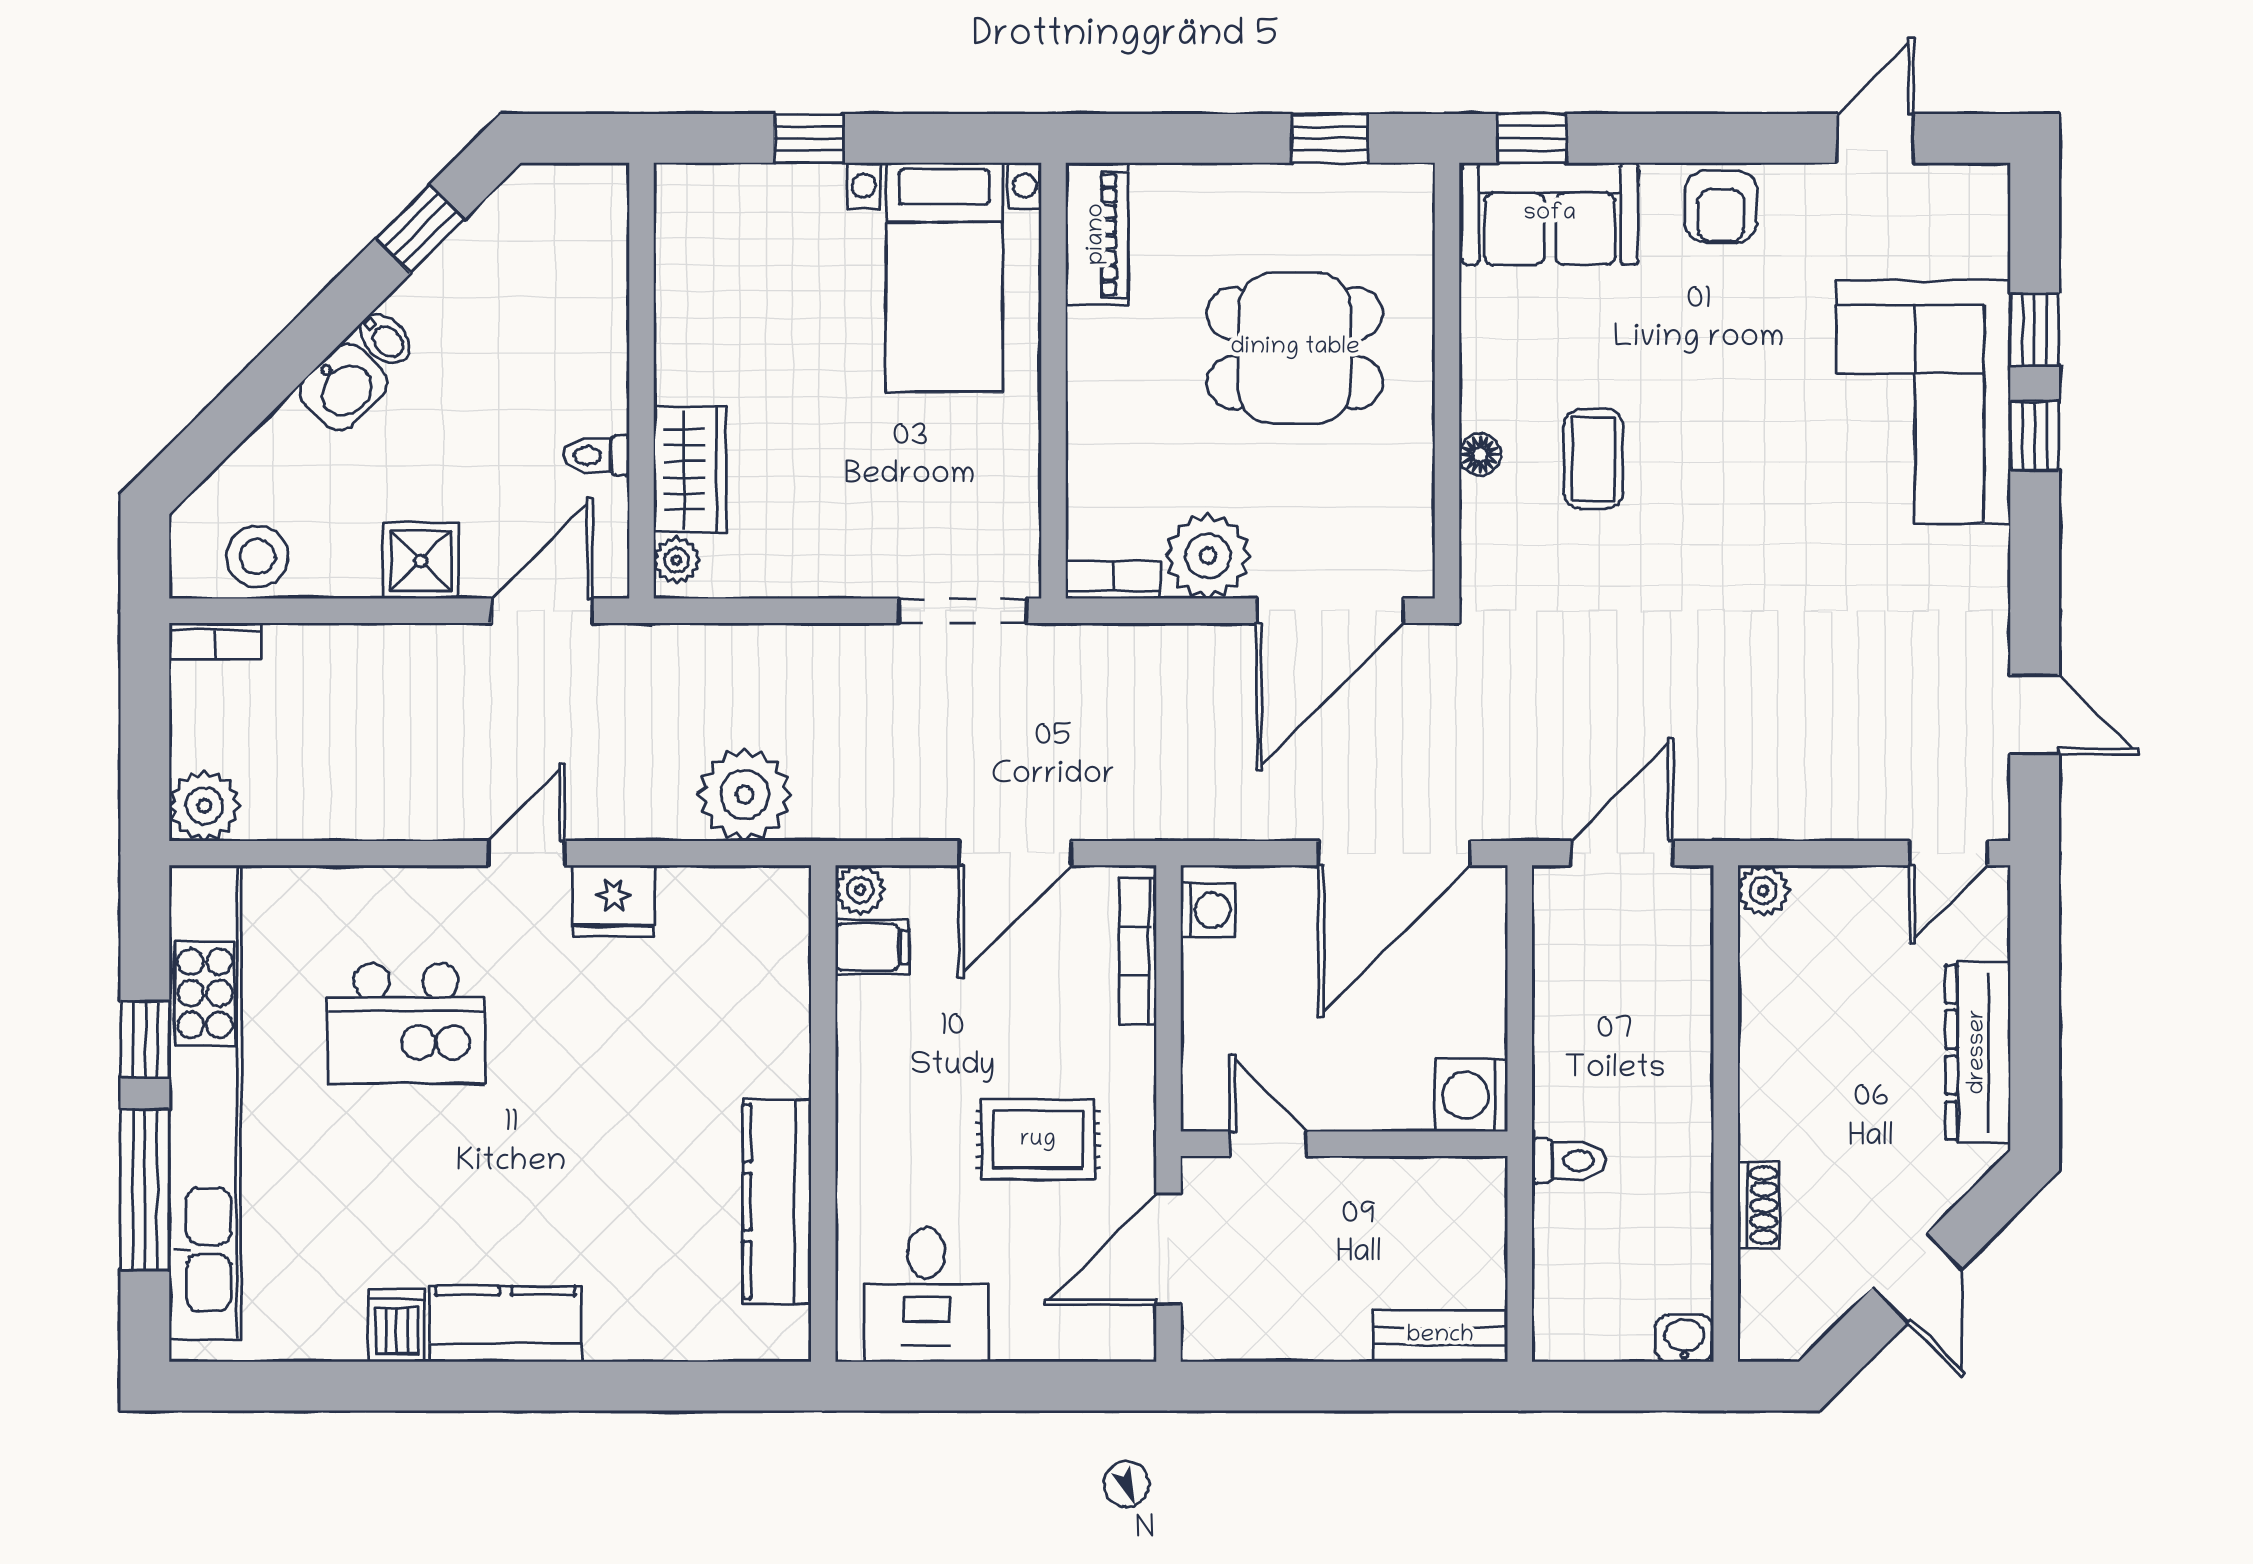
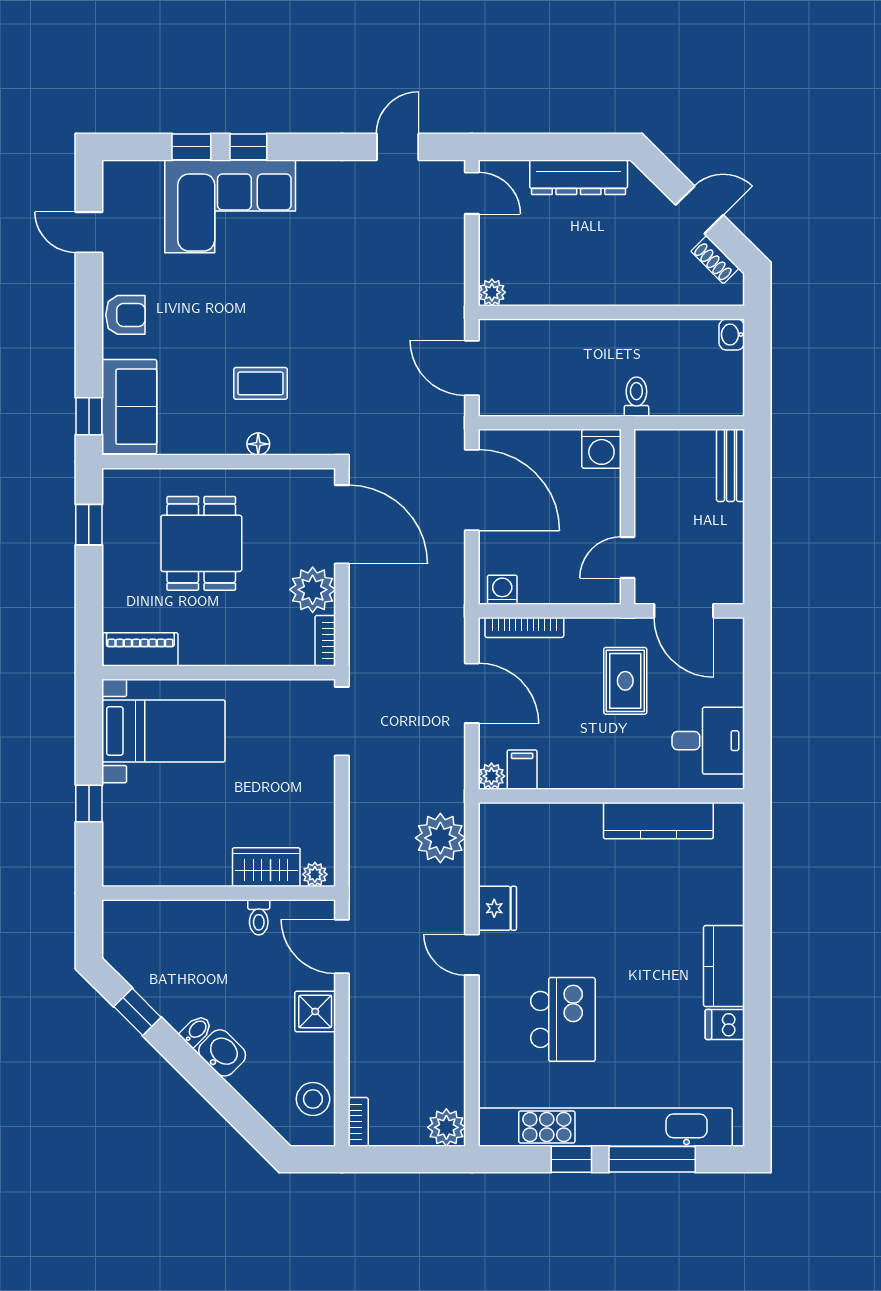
shoe rack: (1759, 1205) -> (715, 260), moved, turned -135

